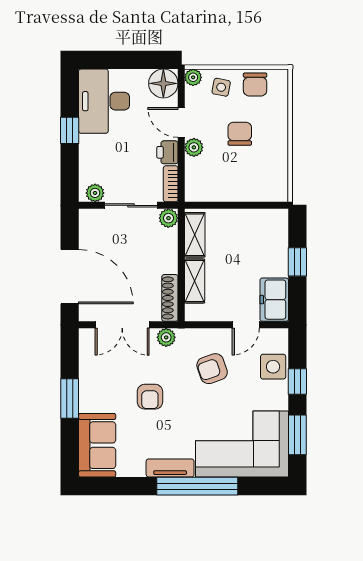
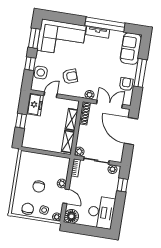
window: (70, 130) -> (122, 185), moved
printer: (167, 152) -> (75, 183), removed
armchair: (150, 397) -> (126, 84), moved
window: (70, 398) -> (140, 73), width x1.44
window: (197, 486) -> (105, 24), moved

